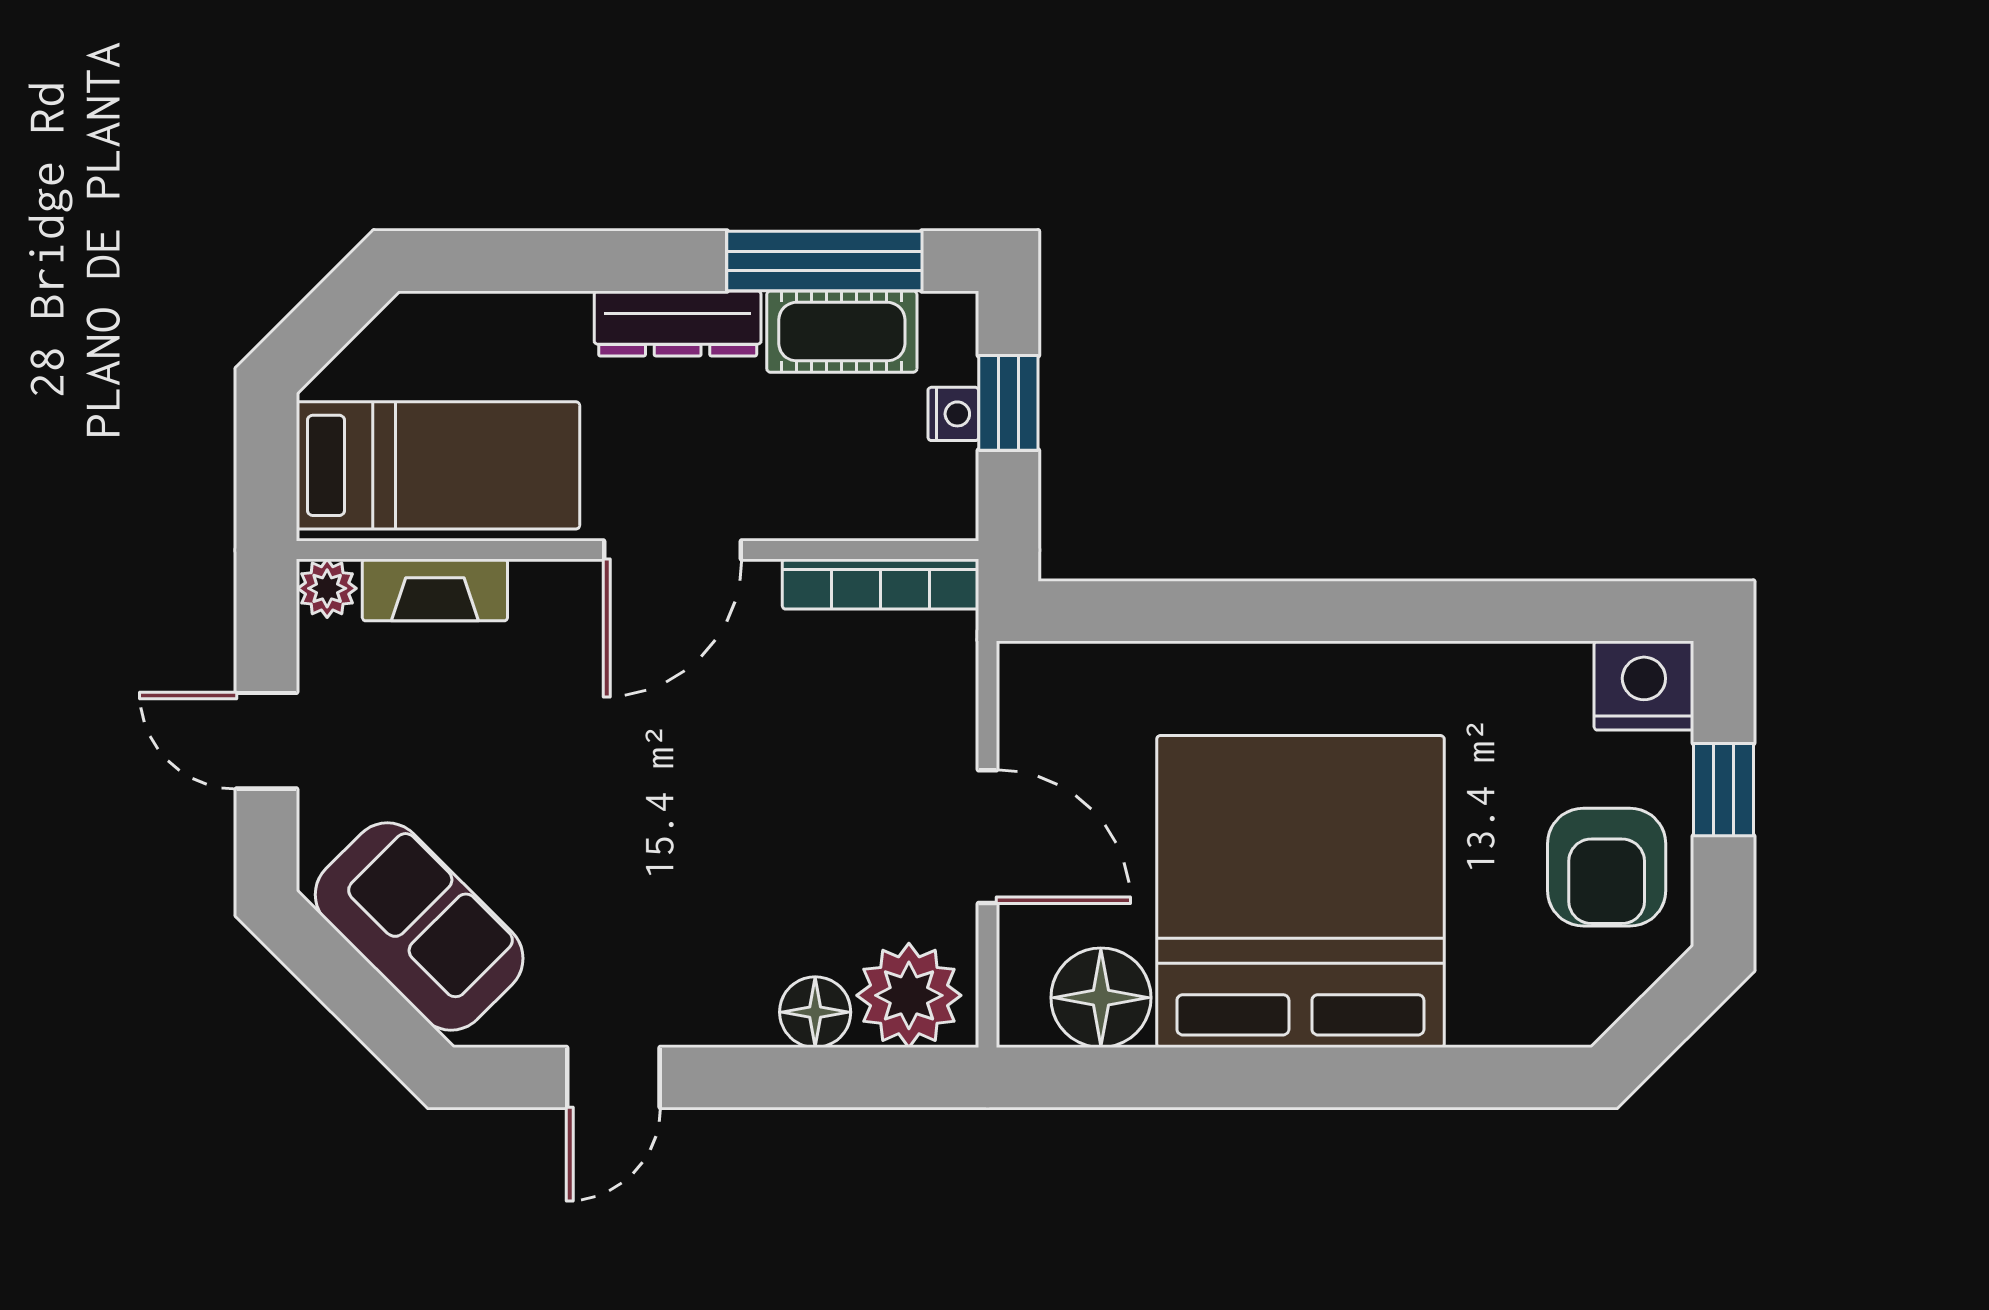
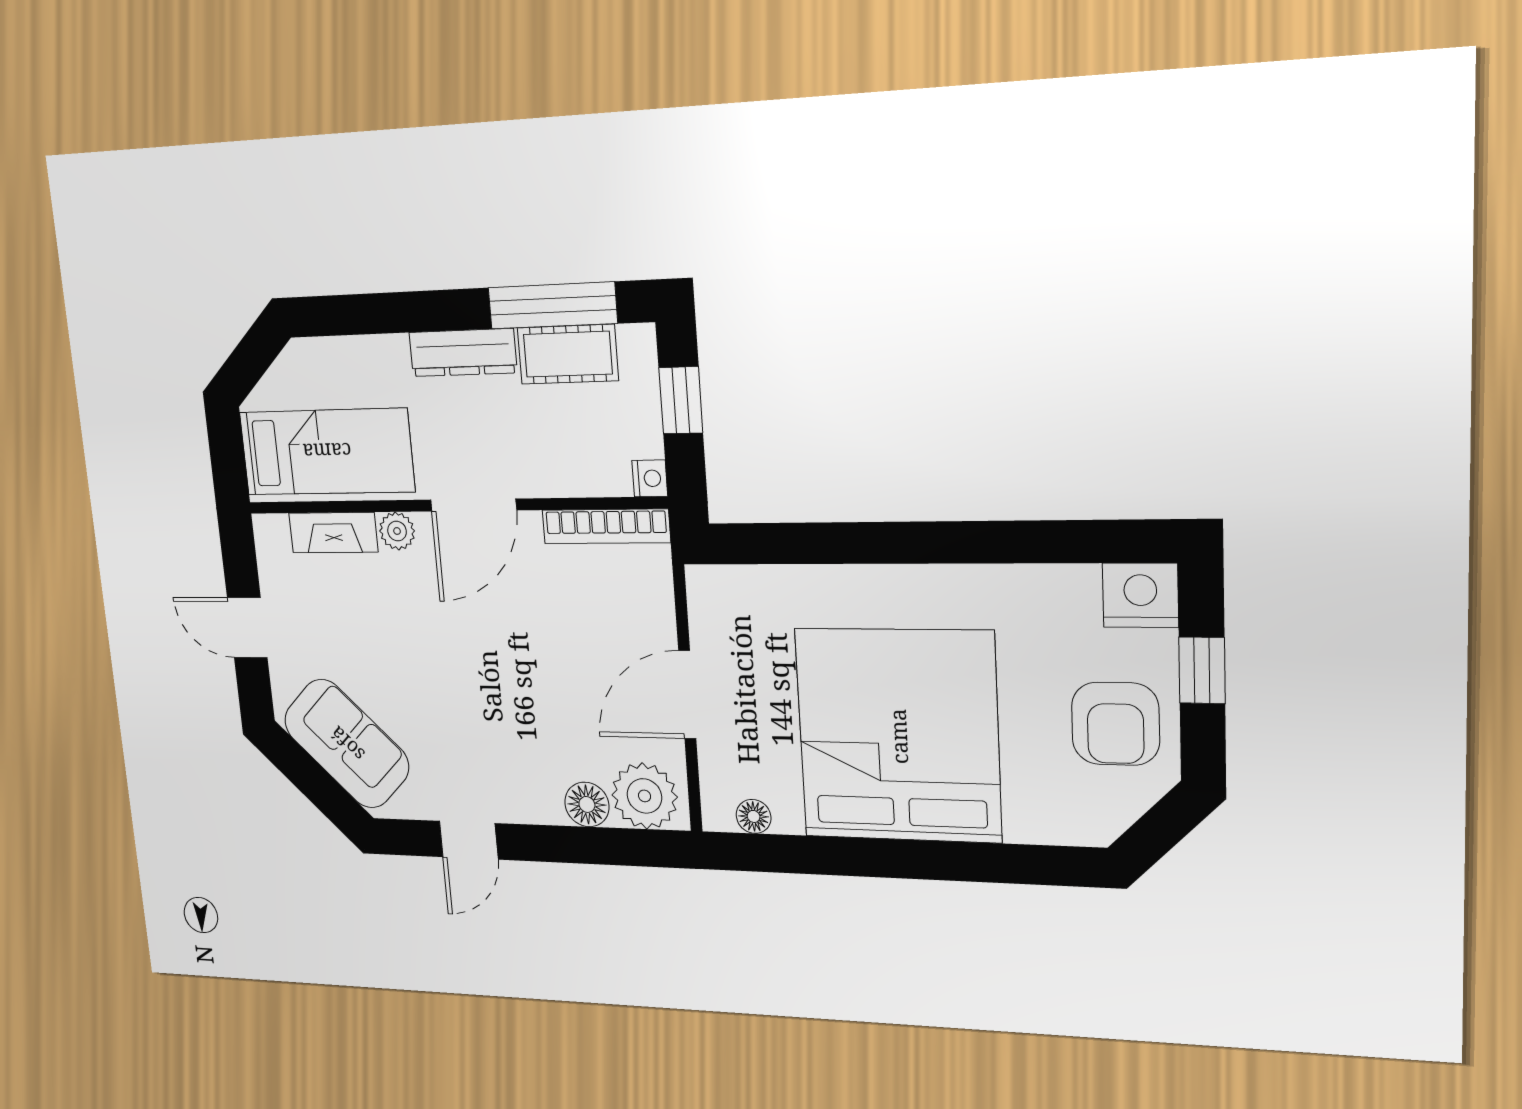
nightstand: (953, 414) -> (650, 478), moved
plant: (327, 588) -> (397, 531), moved
door: (988, 837) -> (687, 695), swing flipped
floor lamp: (1101, 998) -> (754, 816), width x0.53, depth x0.53

